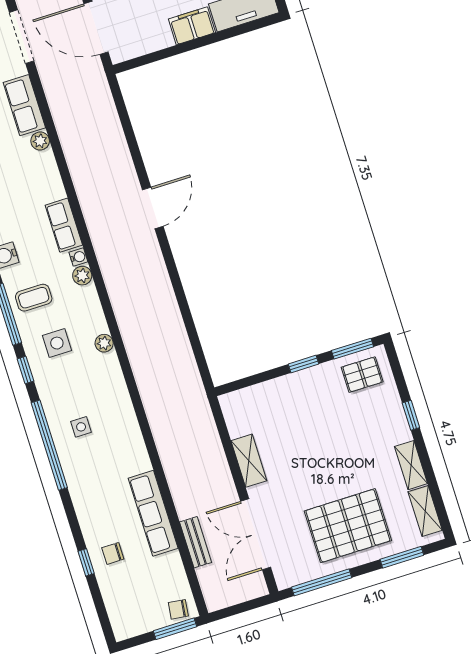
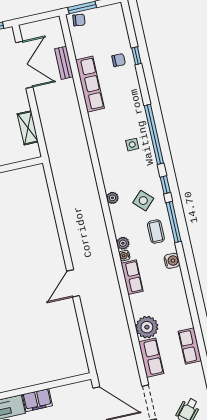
plant: (40, 141) -> (147, 327), width x1.87, depth x1.87
coffee table: (34, 298) -> (156, 231), turned 90
side table: (57, 343) -> (143, 201), turned 45
shelving: (249, 461) -> (28, 128), moved

